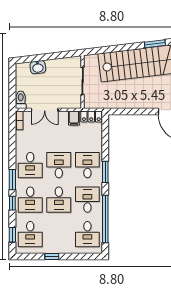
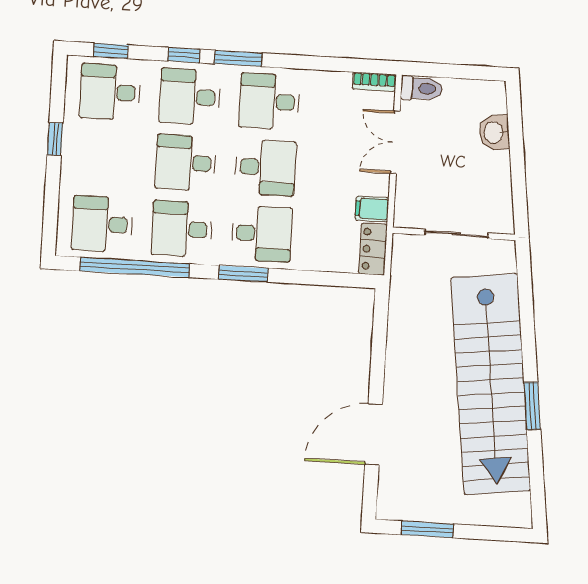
desk: (87, 200) -> (182, 229), turned 180

